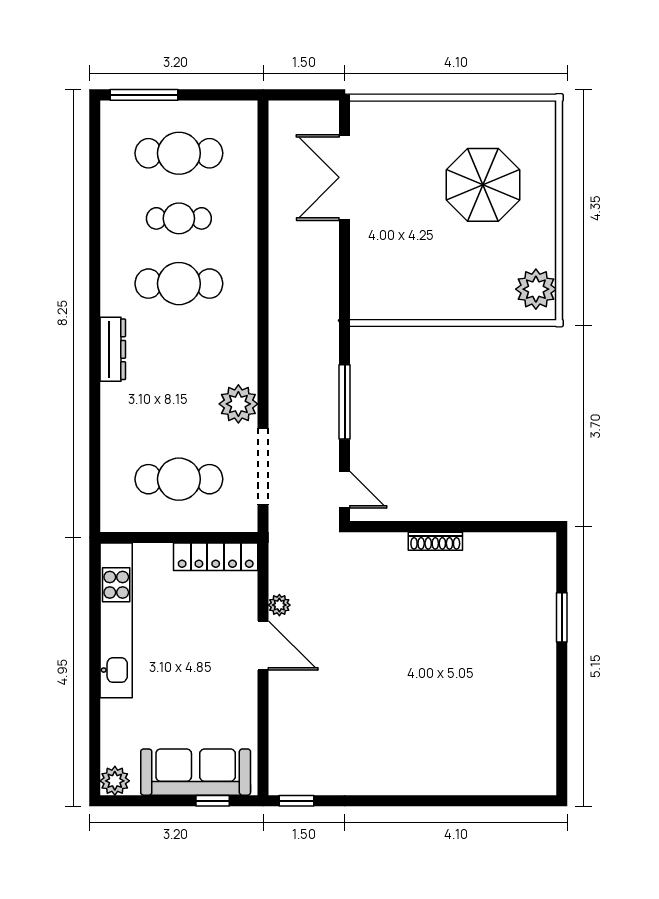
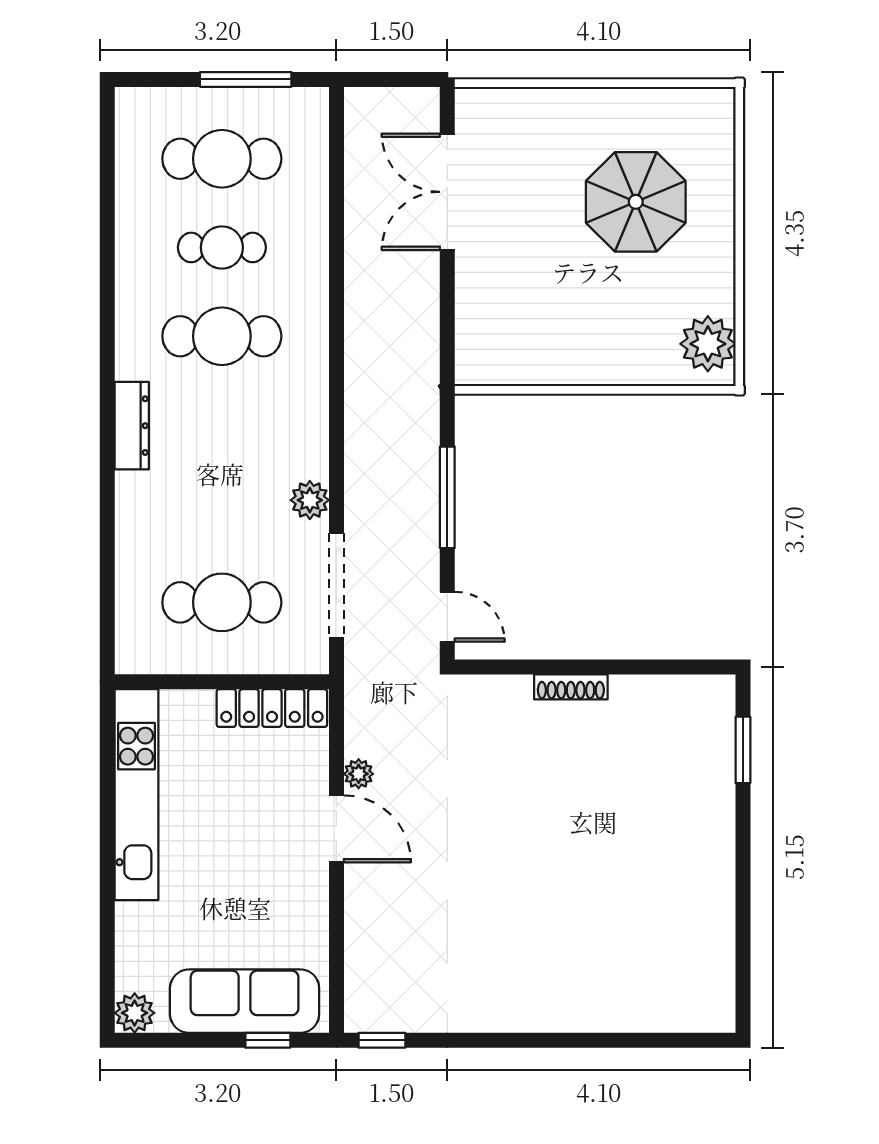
window: (144, 95) -> (246, 79), moved
plant: (238, 404) -> (310, 500), width x0.73, depth x0.73
window: (562, 617) -> (743, 750), moved

